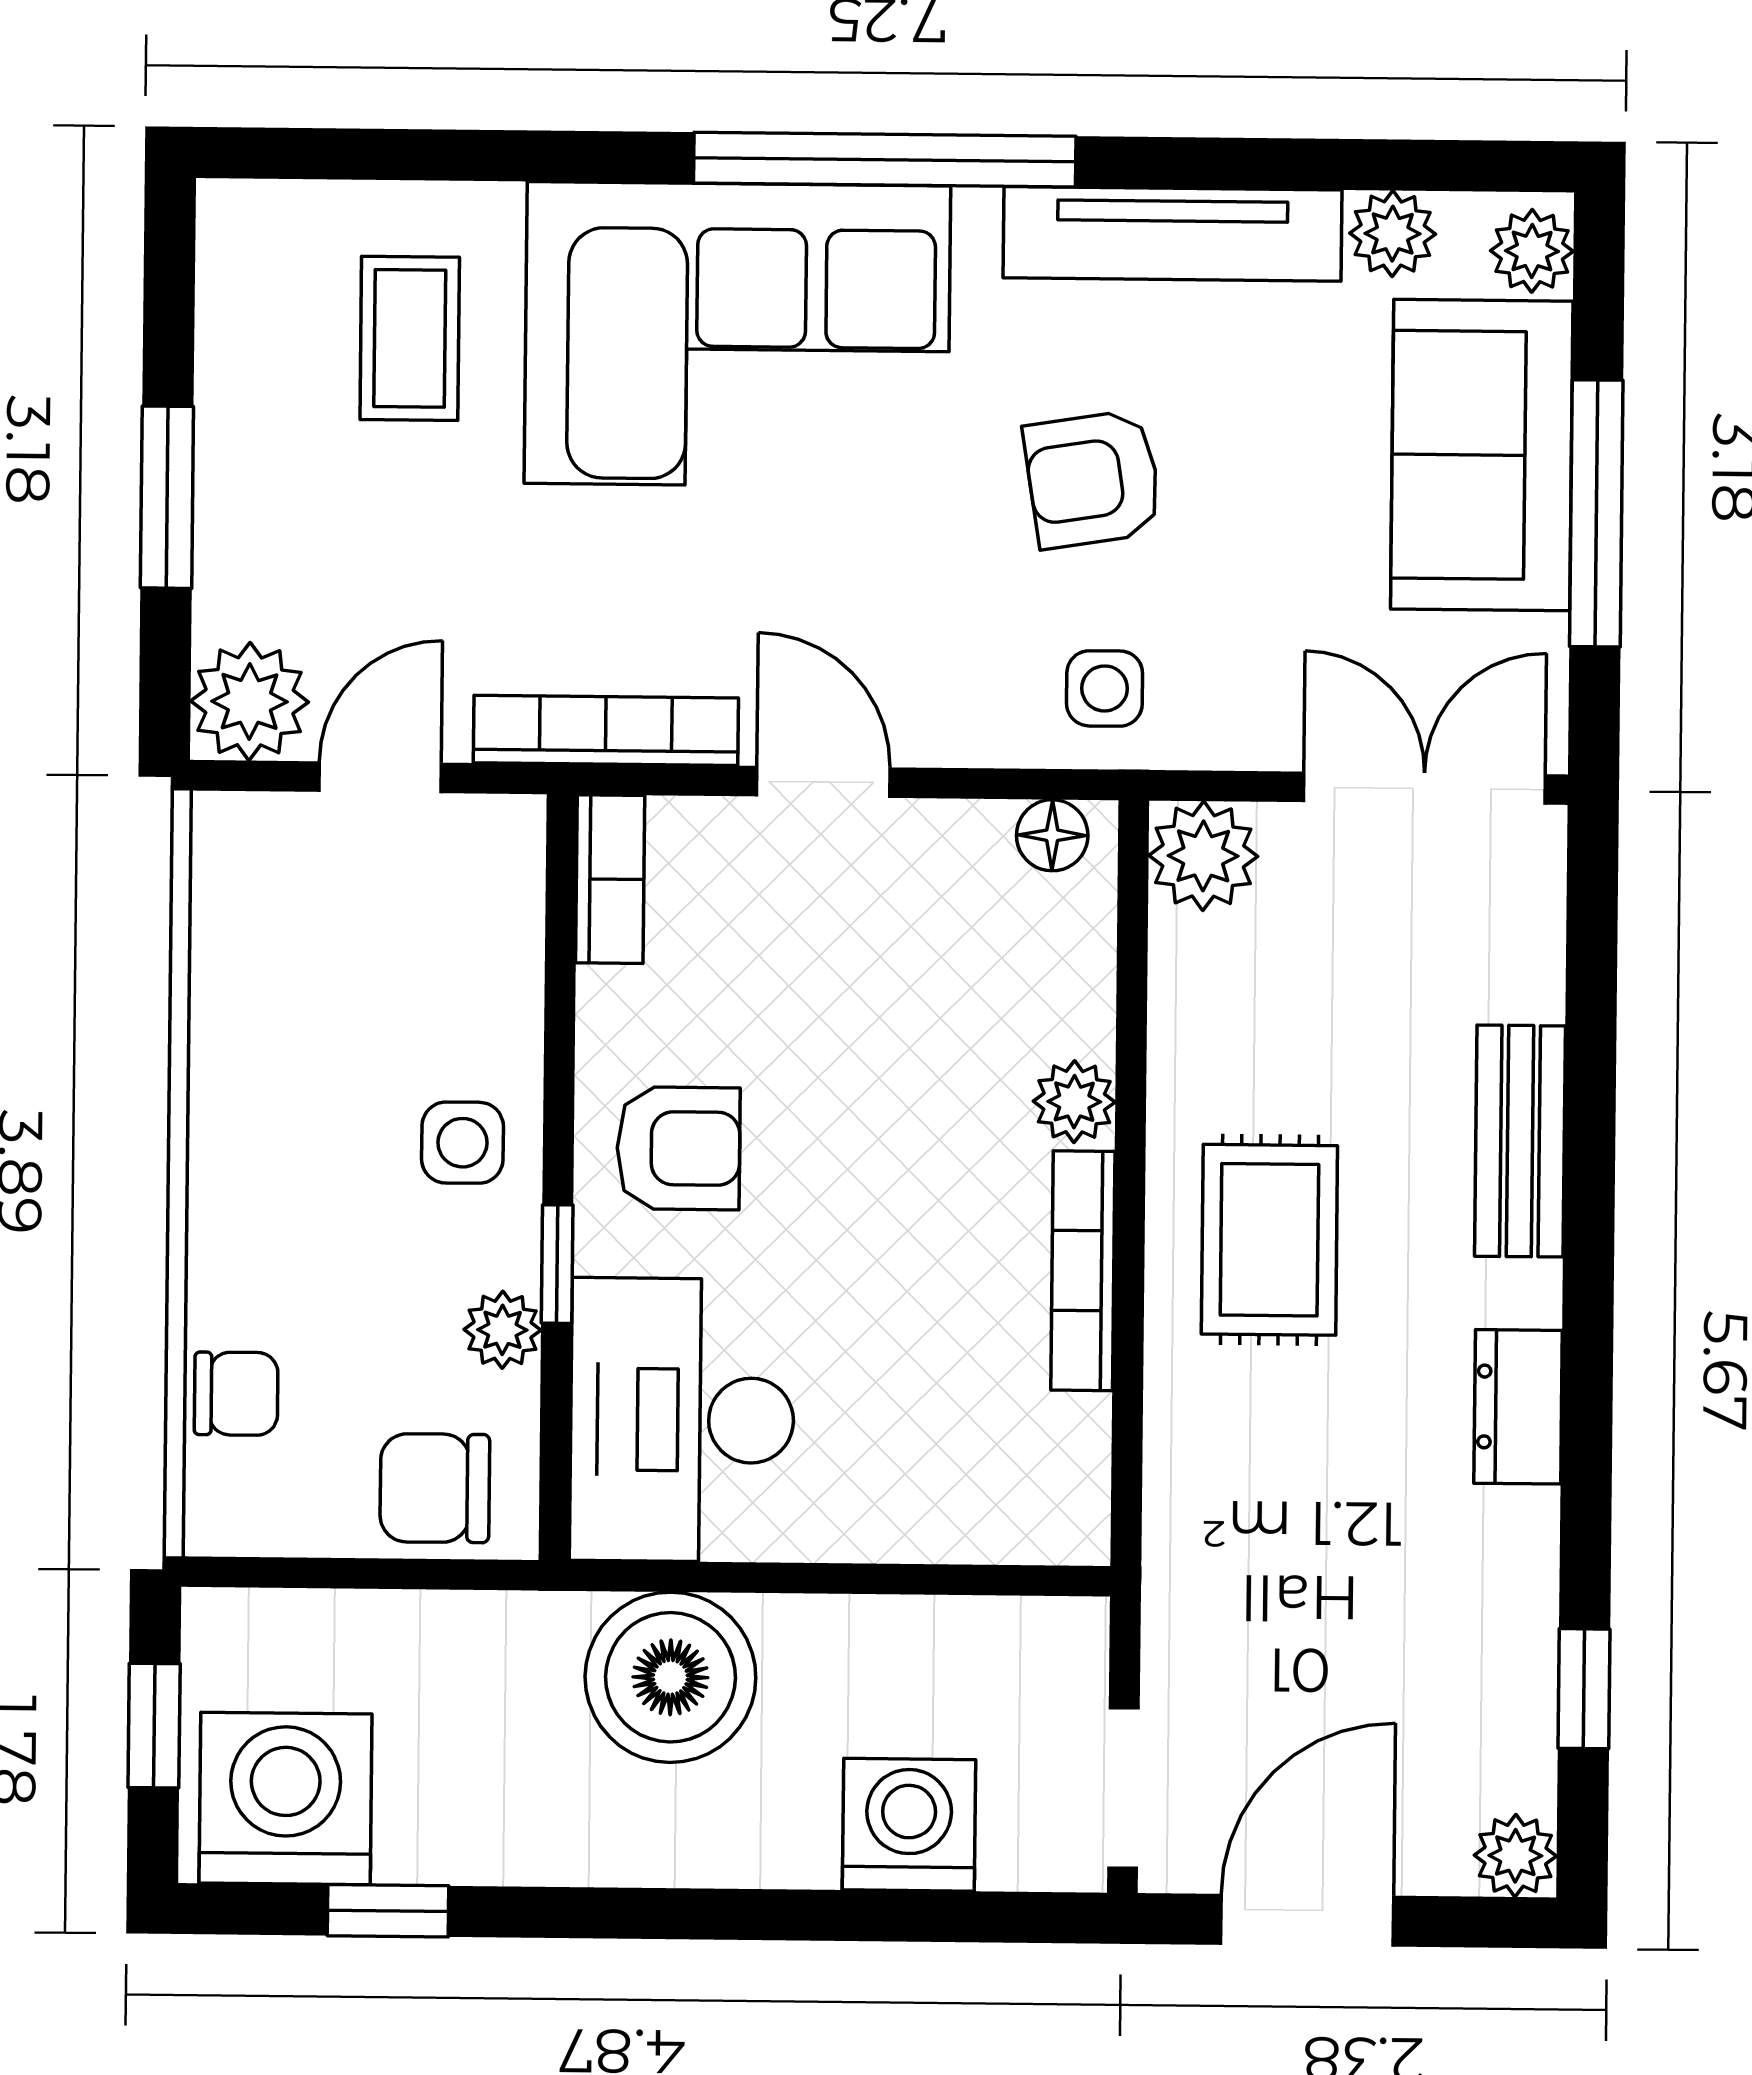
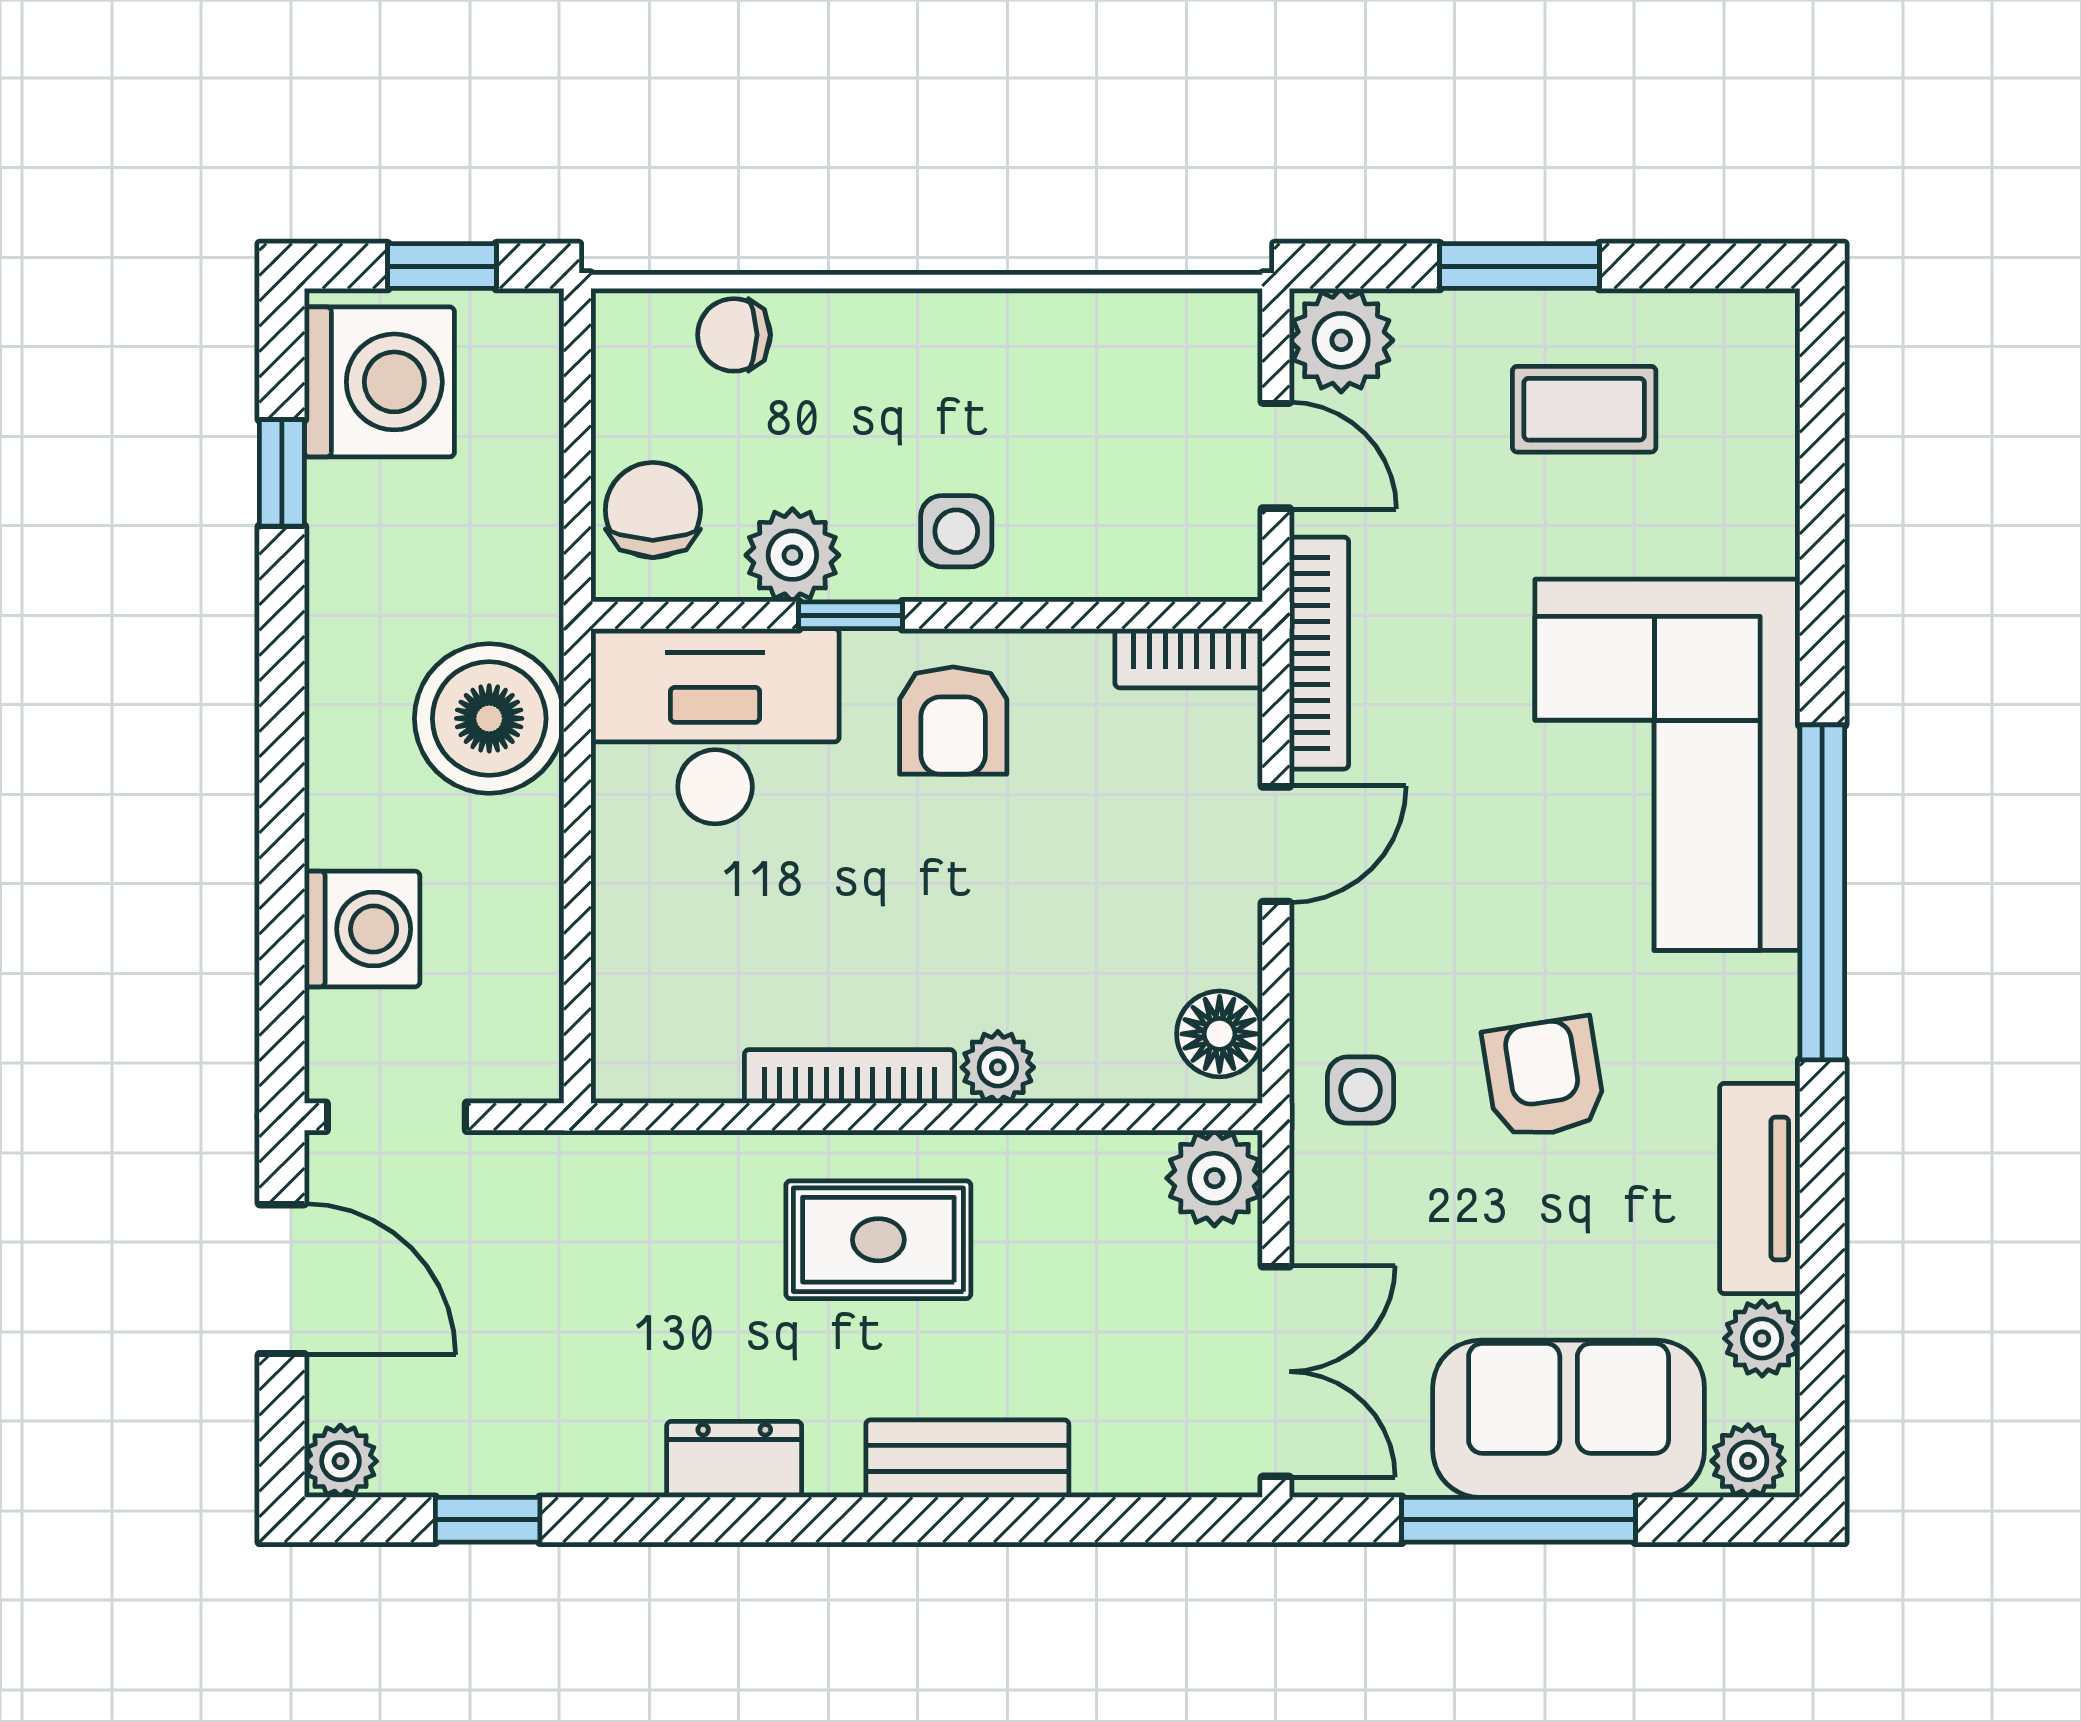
tv unit: (1172, 234) -> (1760, 1188), width x0.71
coffee table: (410, 338) -> (1584, 409), moved
floor lamp: (1052, 835) -> (1220, 1034), width x1.37, depth x1.37
plant: (502, 1330) -> (792, 555), width x1.38, depth x1.38
chair: (236, 1394) -> (734, 335), turned 90

